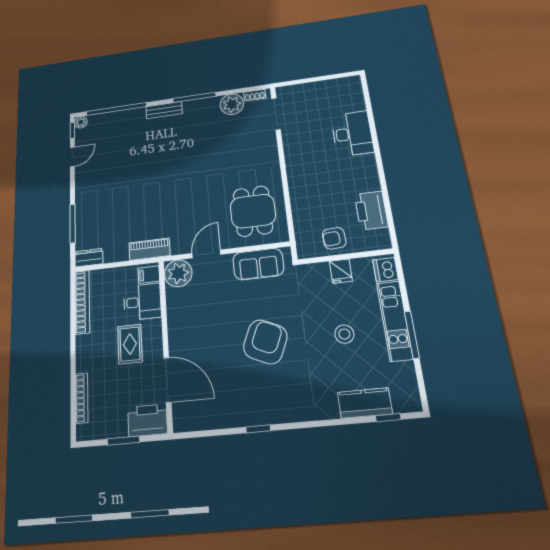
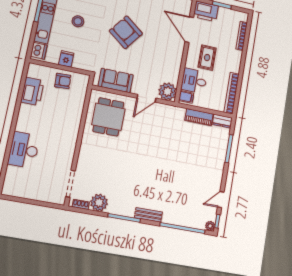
piano: (150, 249) -> (199, 117), moved
armchair: (265, 342) -> (126, 32), turned 103

